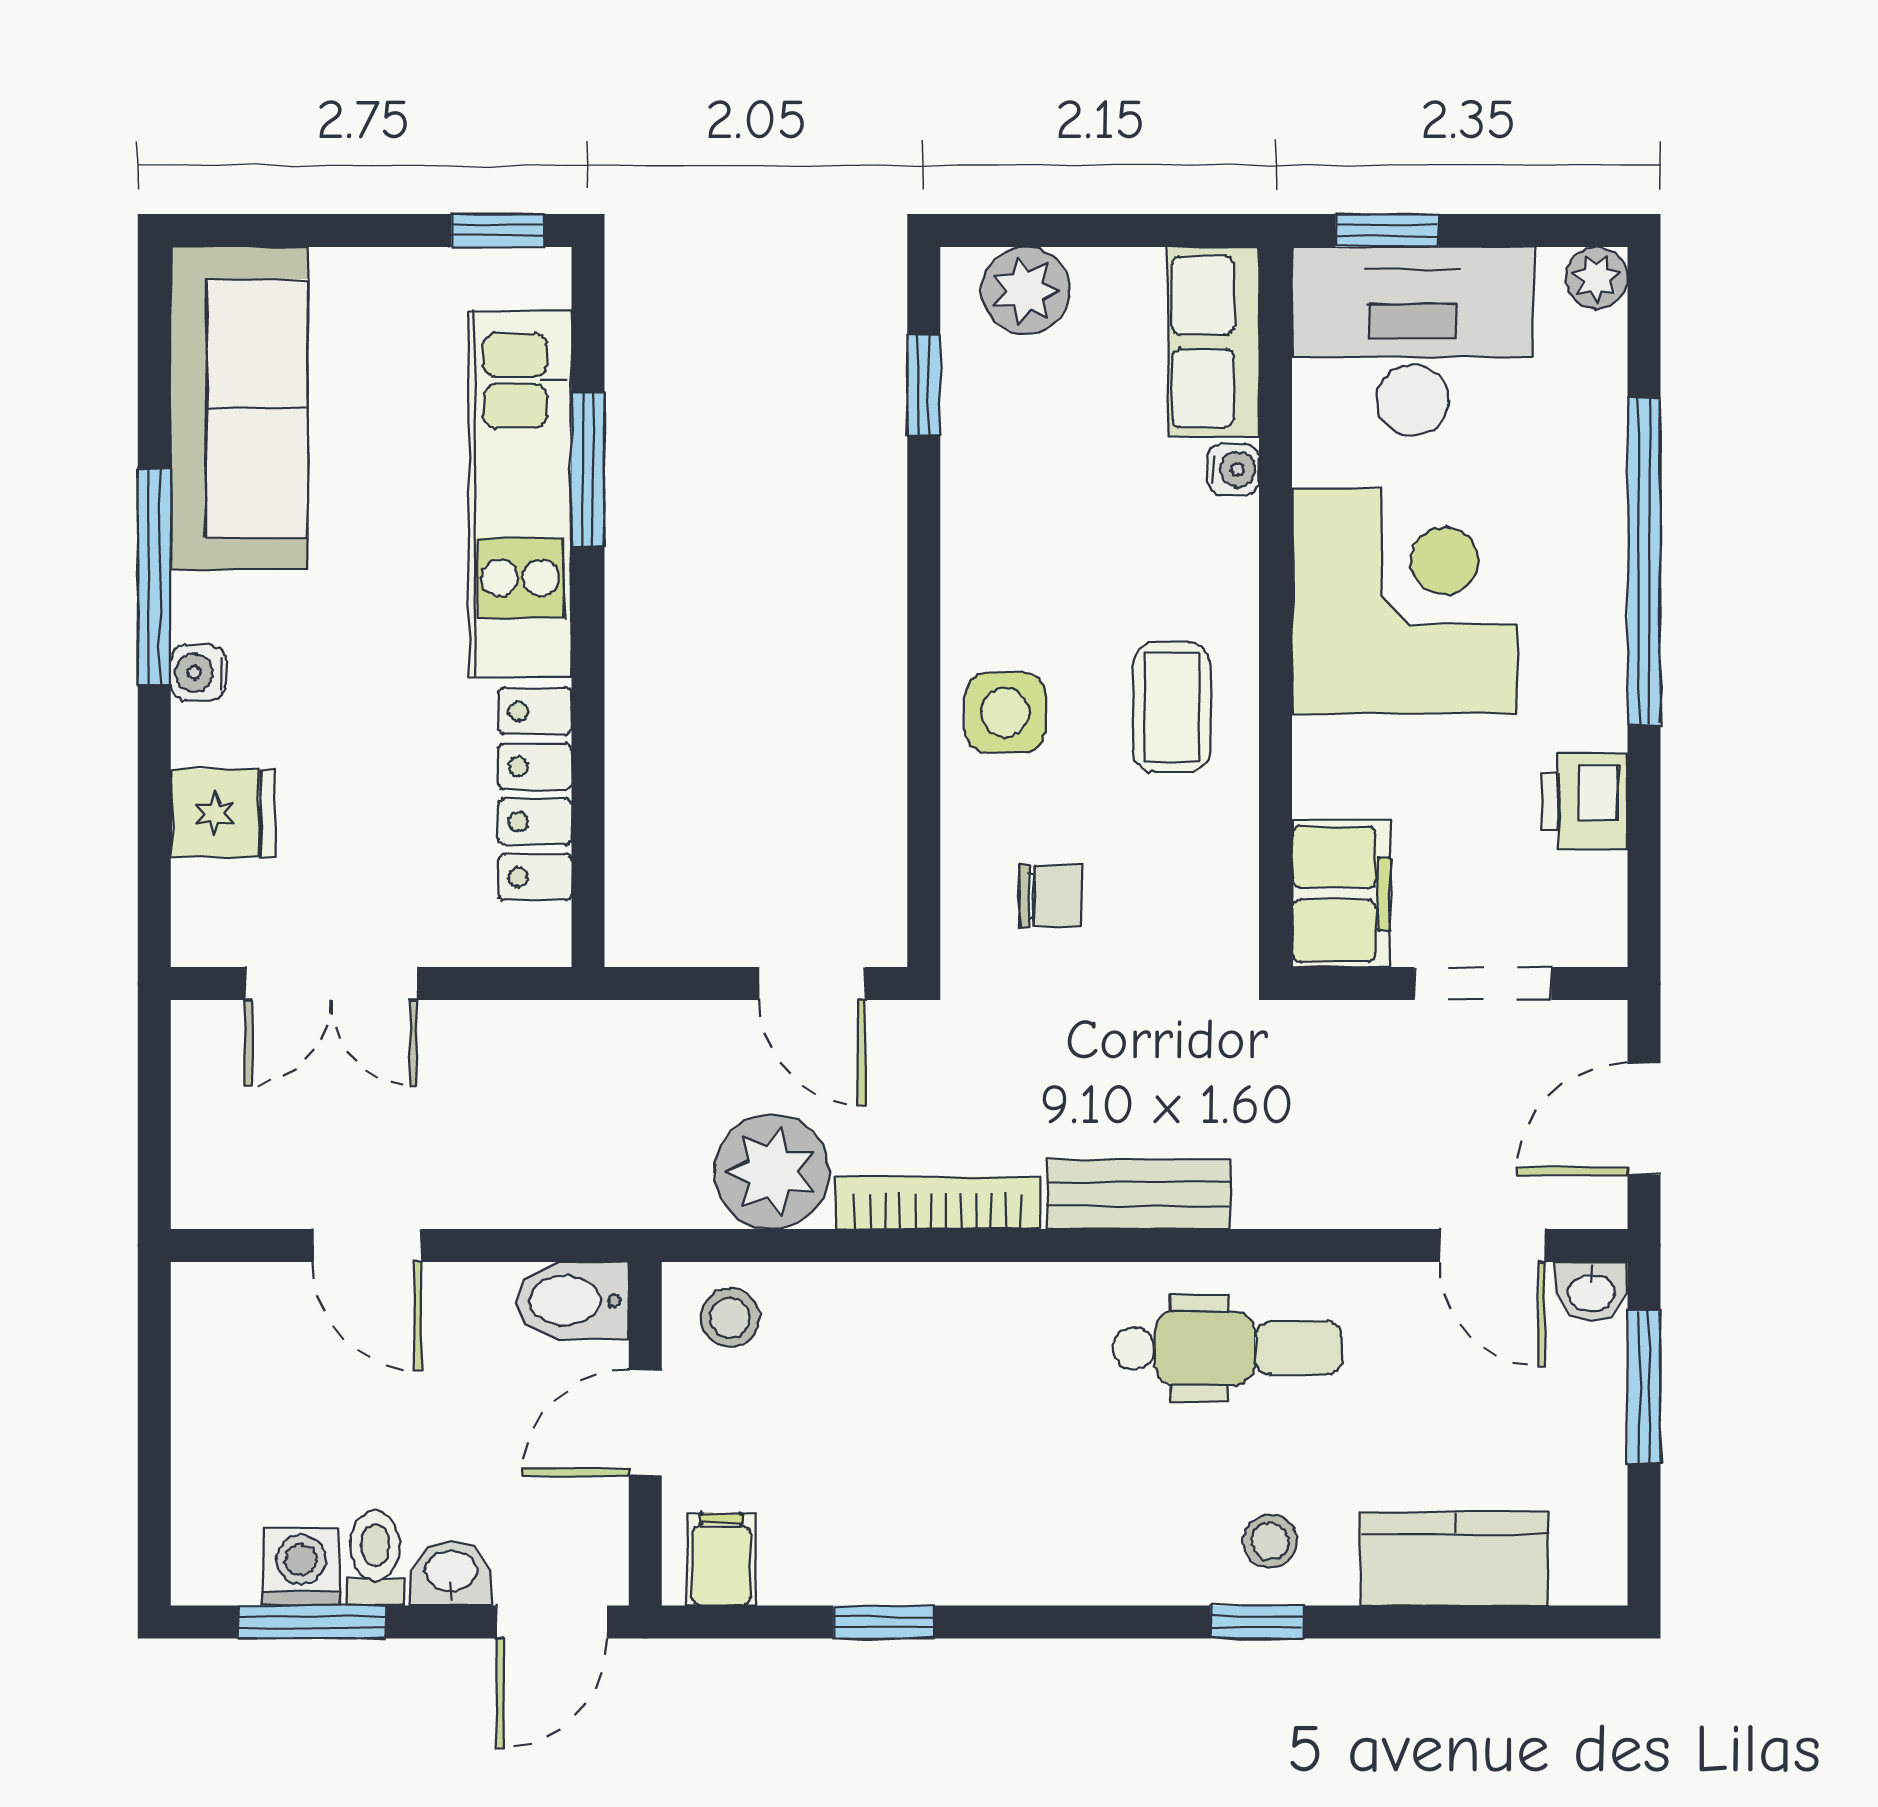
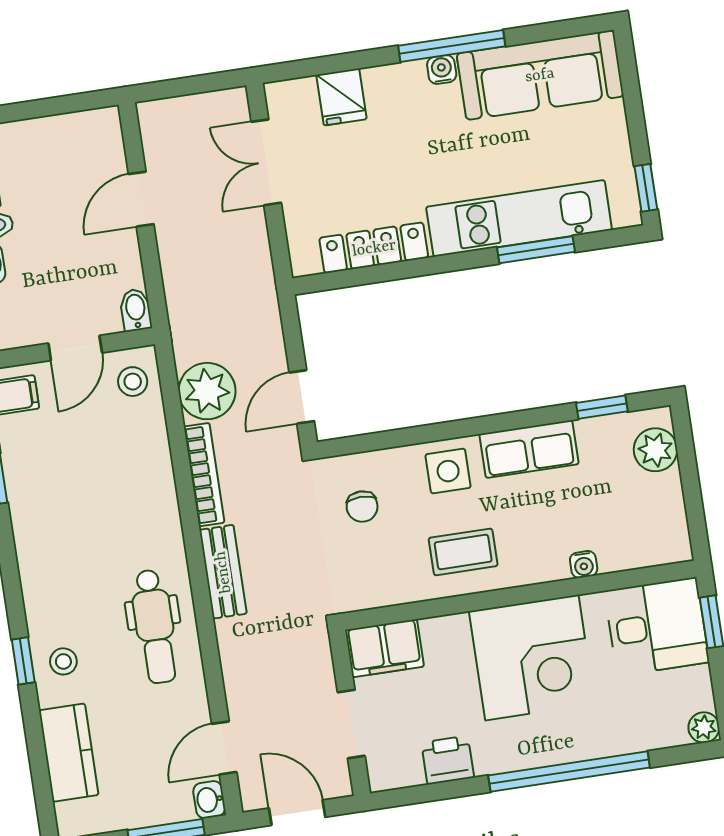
row of seats: (1214, 342) -> (529, 449), moved, turned 180
desk: (1413, 342) -> (657, 626), width x0.73
water cooler: (198, 673) -> (442, 70), moved
bidet: (573, 1301) -> (136, 310), width x0.72, depth x0.74
door: (645, 1423) -> (75, 348), swing flipped

